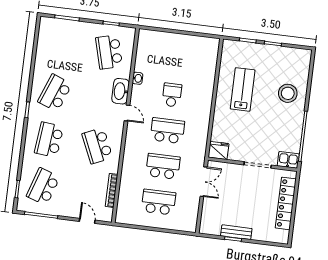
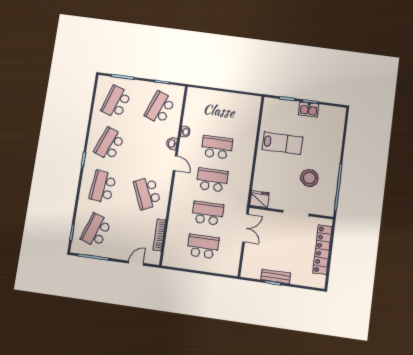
school desk: (61, 46) -> (116, 102), added
school desk: (109, 52) -> (160, 108), turned 36
lab bench: (243, 89) -> (282, 143), turned 90
washbasin: (121, 91) -> (172, 144), width x0.52, depth x0.69
stool: (288, 93) -> (309, 178), moved
school desk: (172, 95) -> (217, 147), width x1.85
kitchen sink: (288, 160) -> (309, 109), moved, turned 180
door: (87, 221) -> (136, 263), hinge flipped

